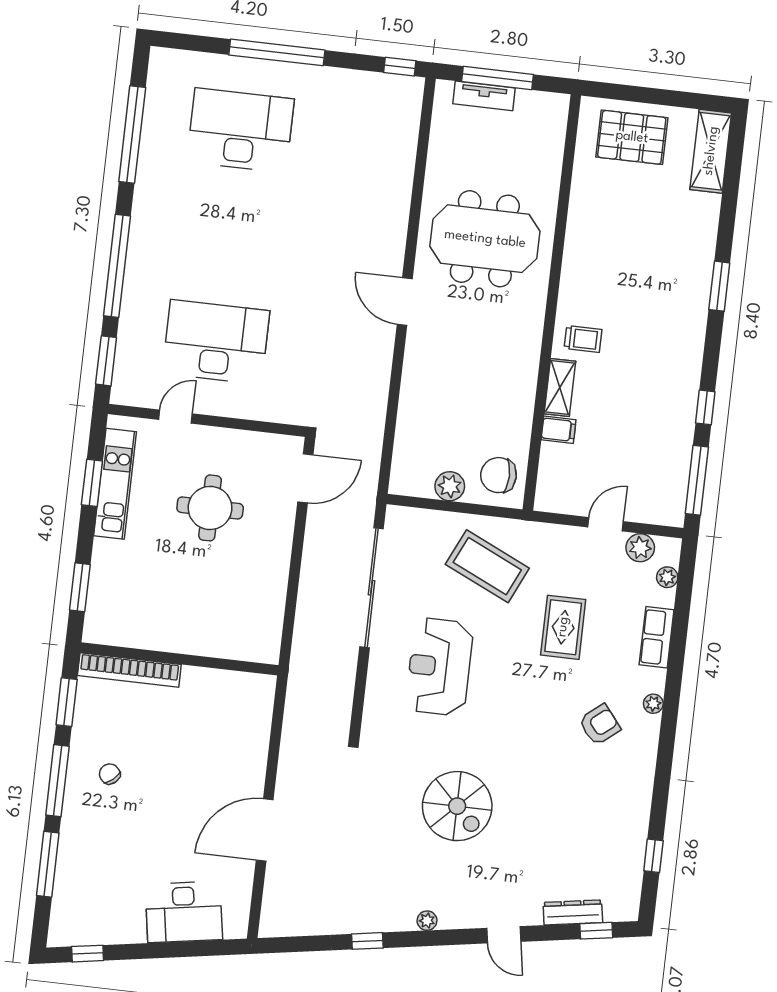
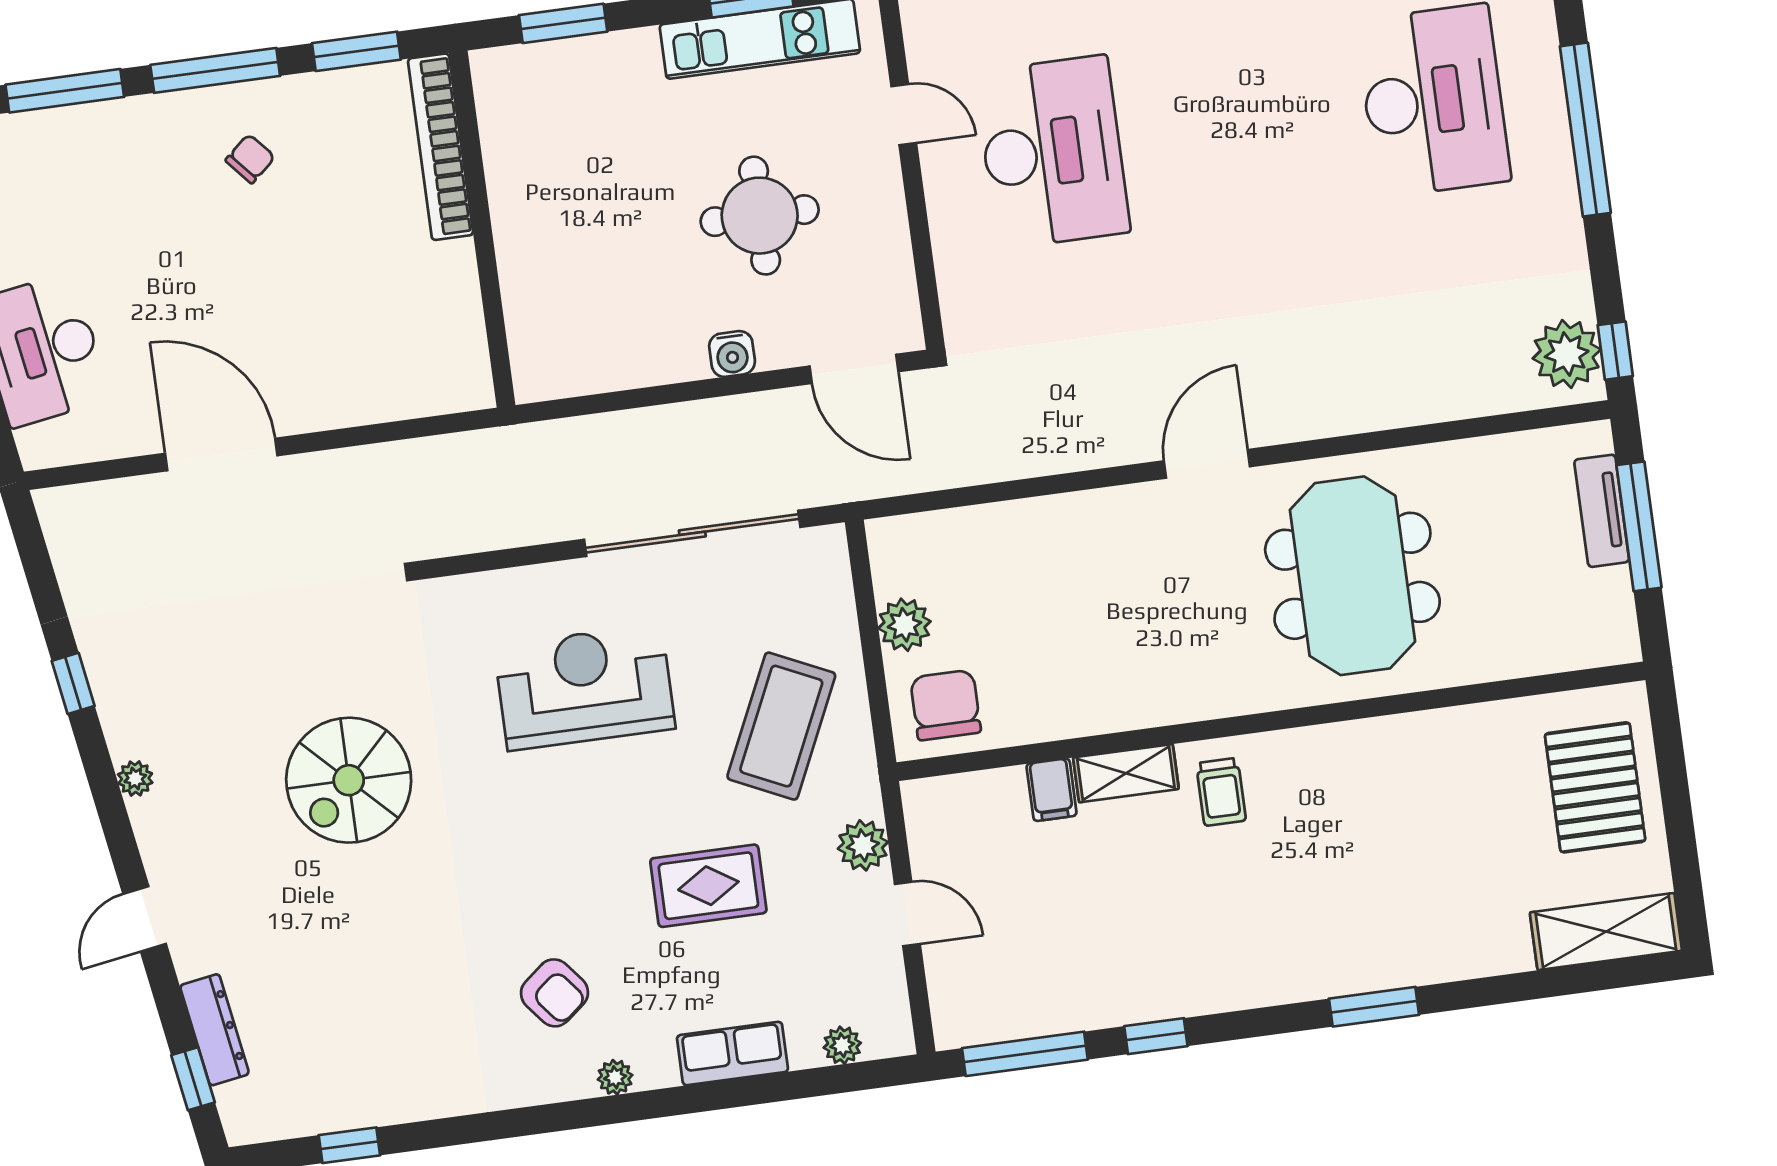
plant: (395, 93) -> (1567, 354), added
water cooler: (281, 542) -> (732, 354), added
plant: (640, 548) -> (863, 845), moved

